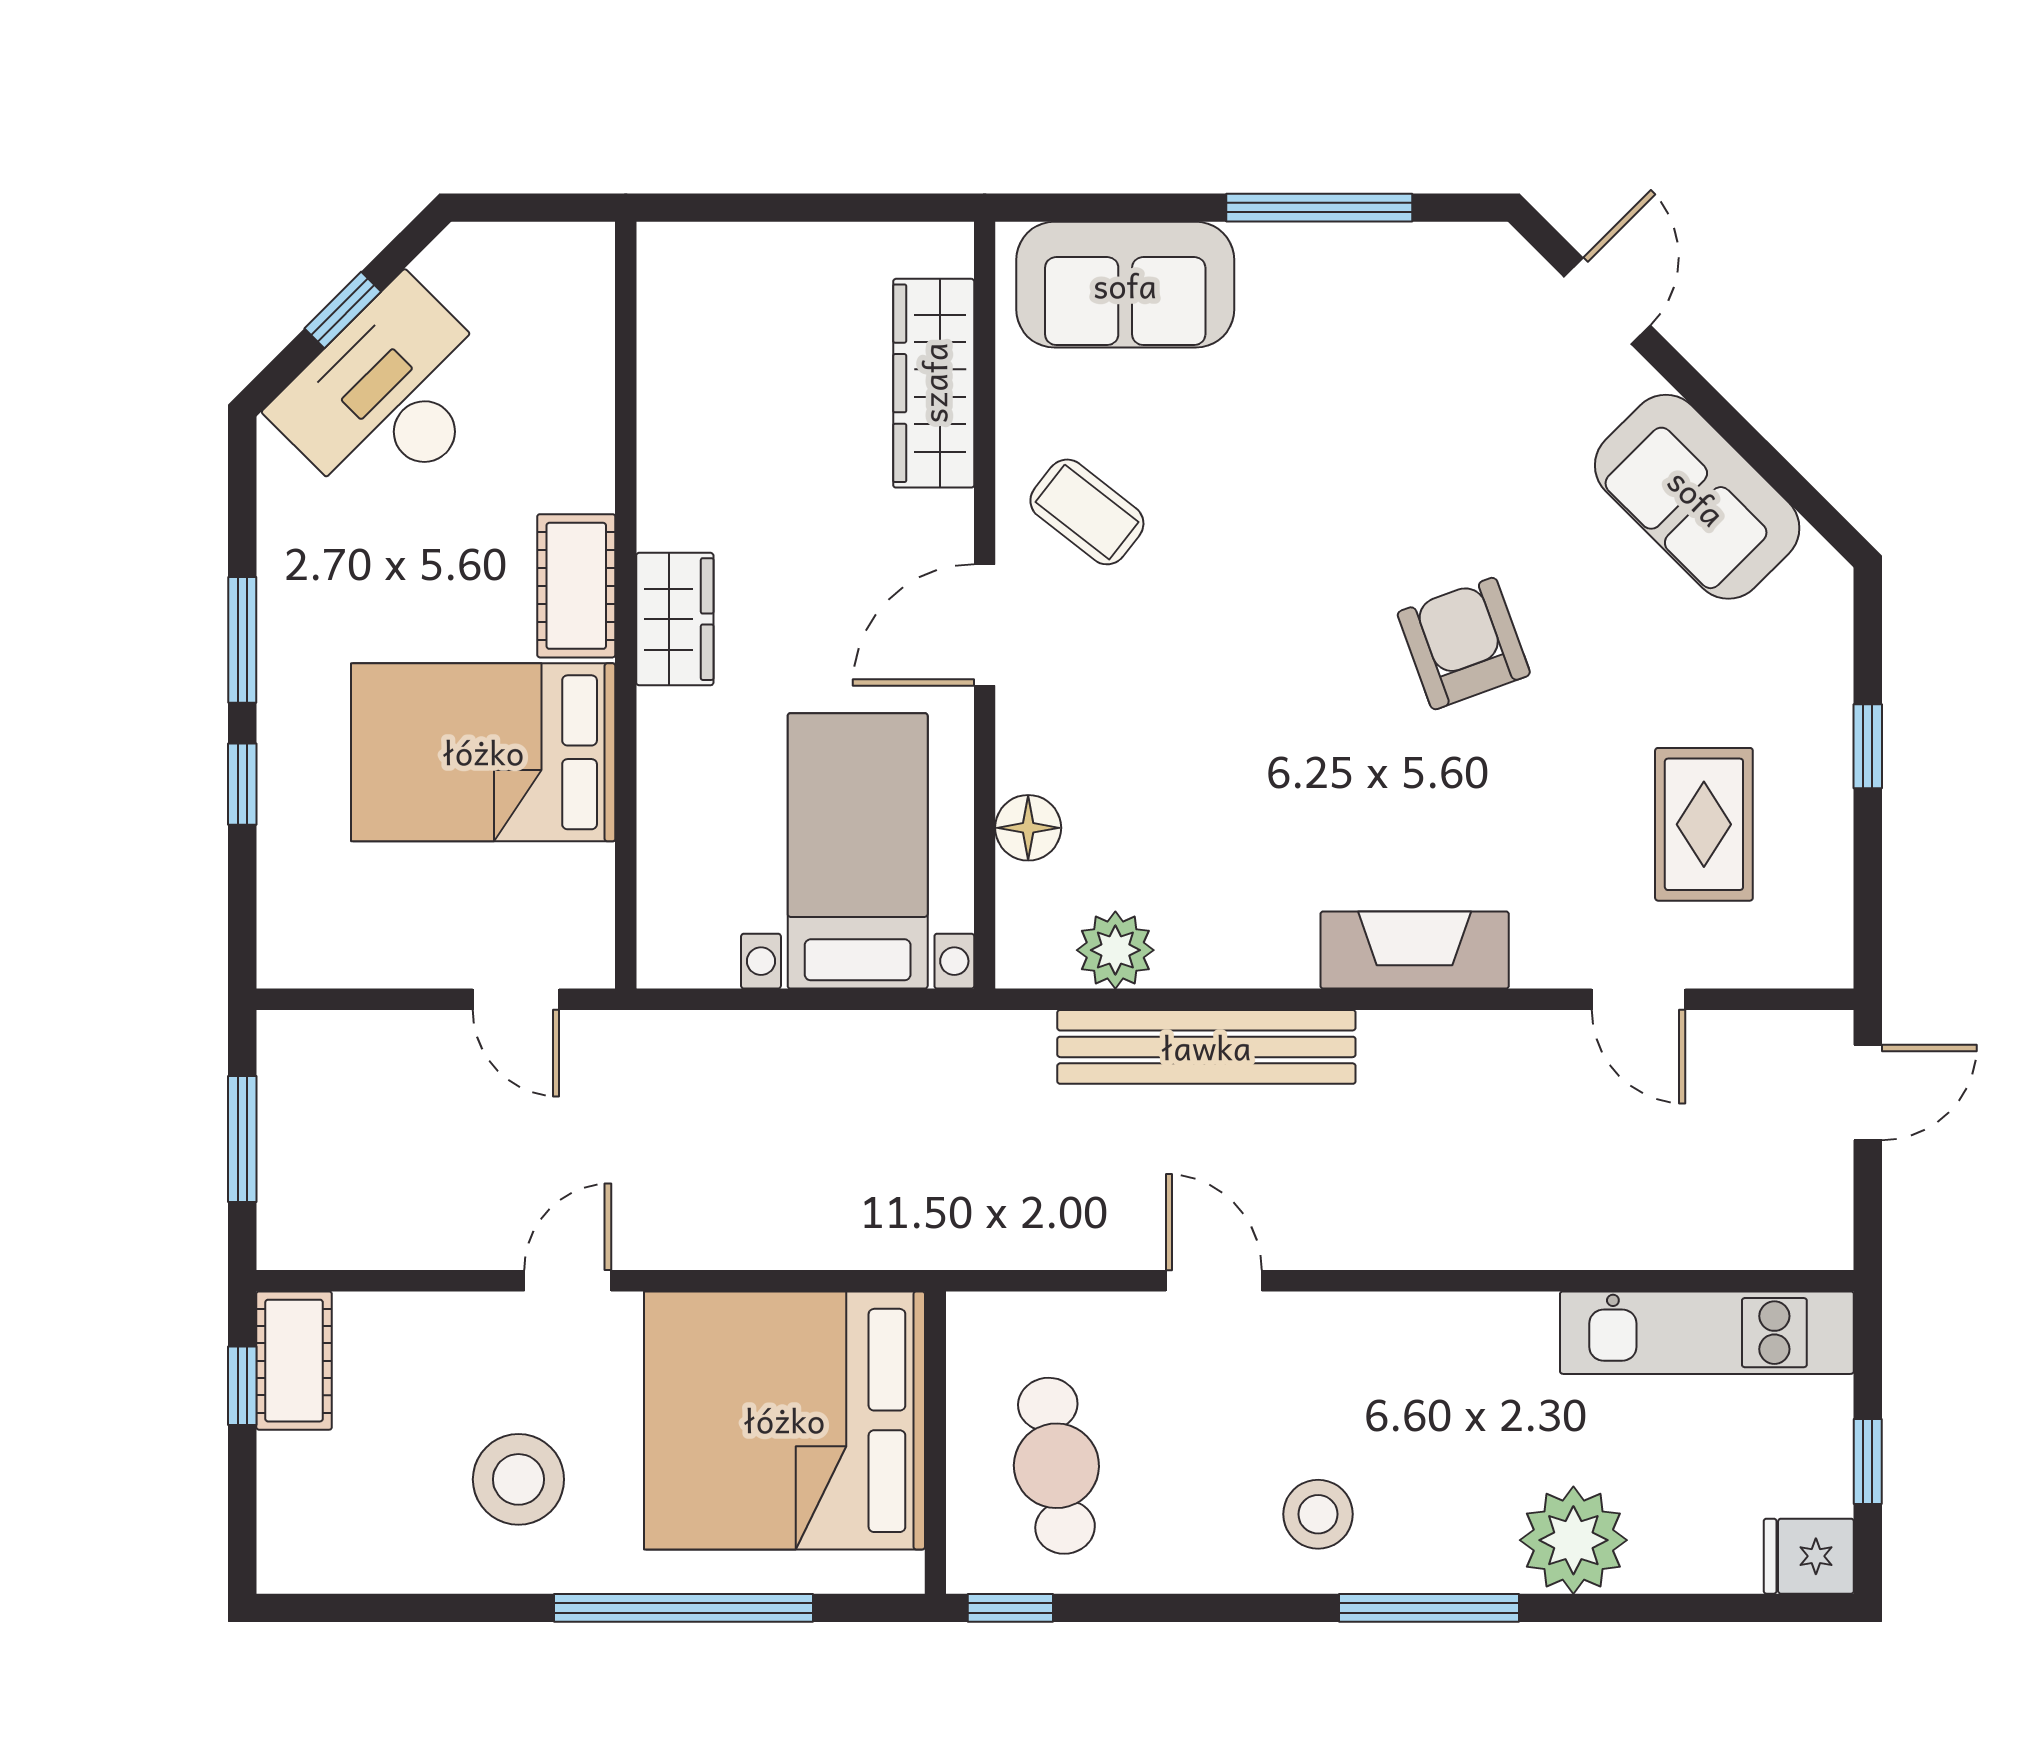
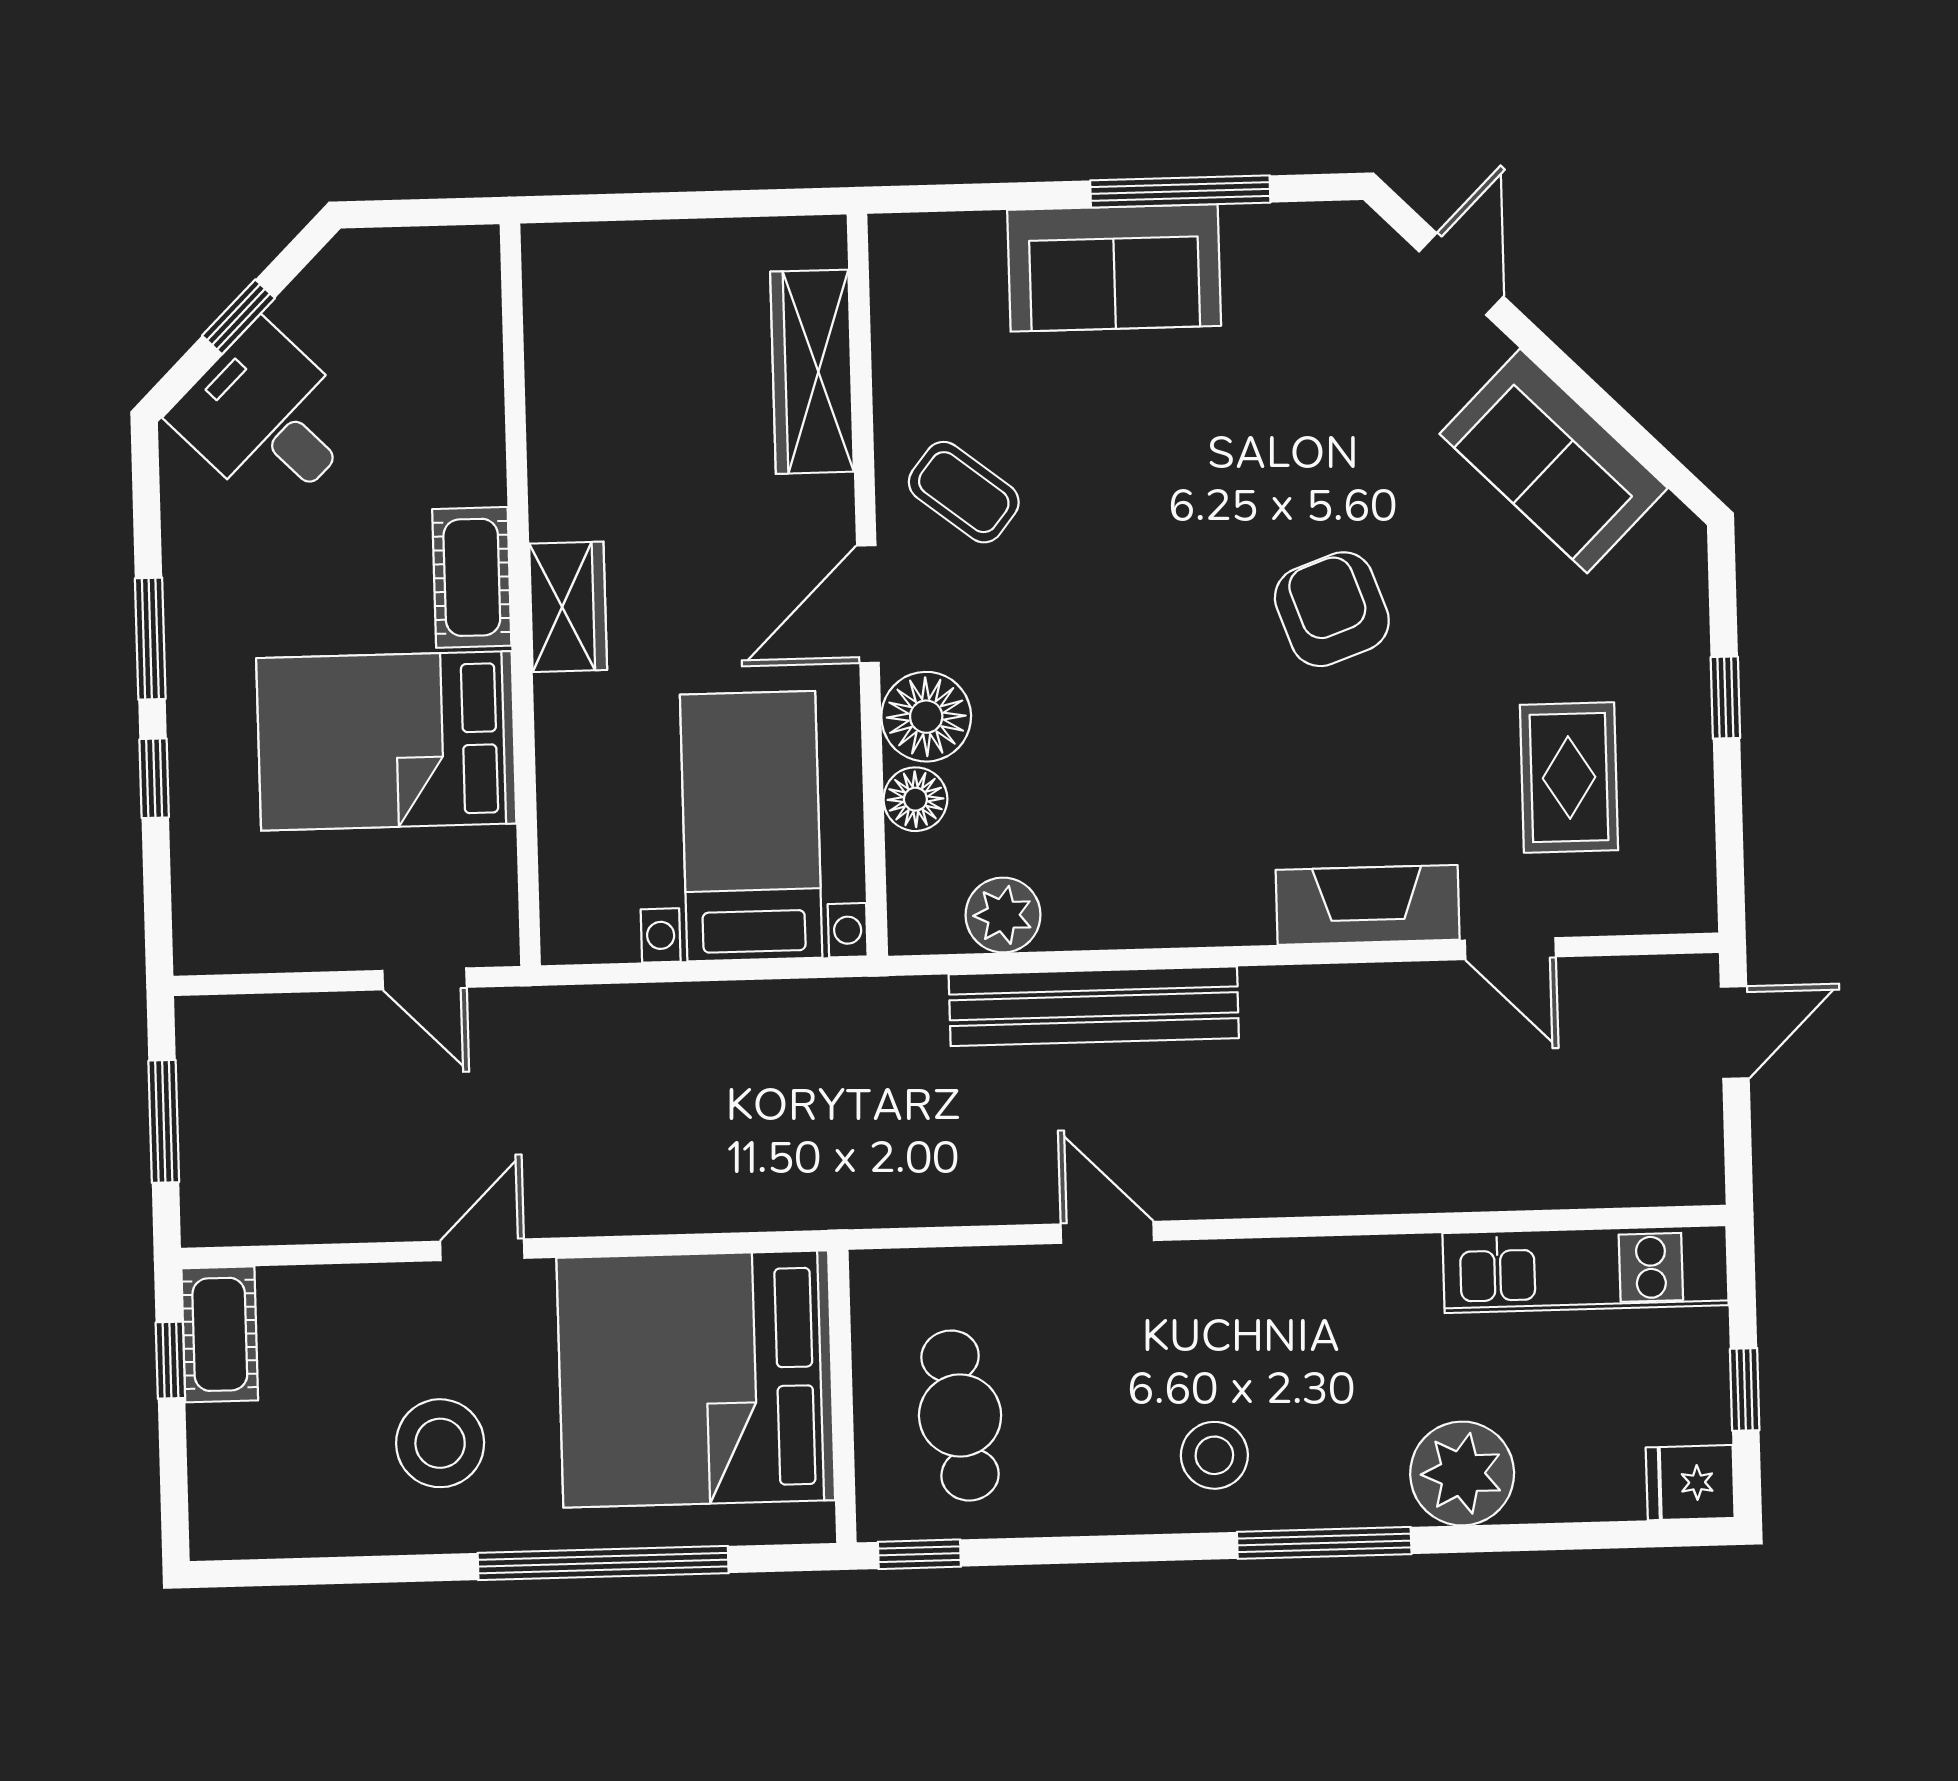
sofa: (1125, 285) -> (1114, 268), moved
desk: (389, 397) -> (267, 419), width x0.73
floor lamp: (1042, 743) -> (926, 717), added
fireplace: (1415, 950) -> (1368, 905), moved

